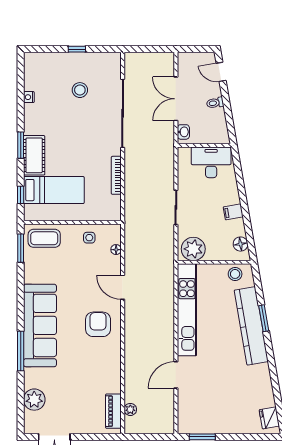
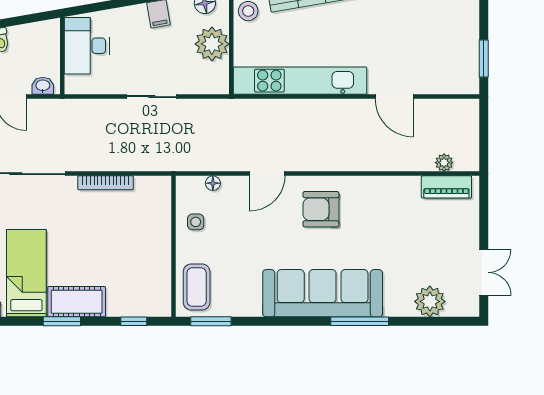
bed: (54, 190) -> (26, 273), moved
plant: (193, 249) -> (212, 44), moved

